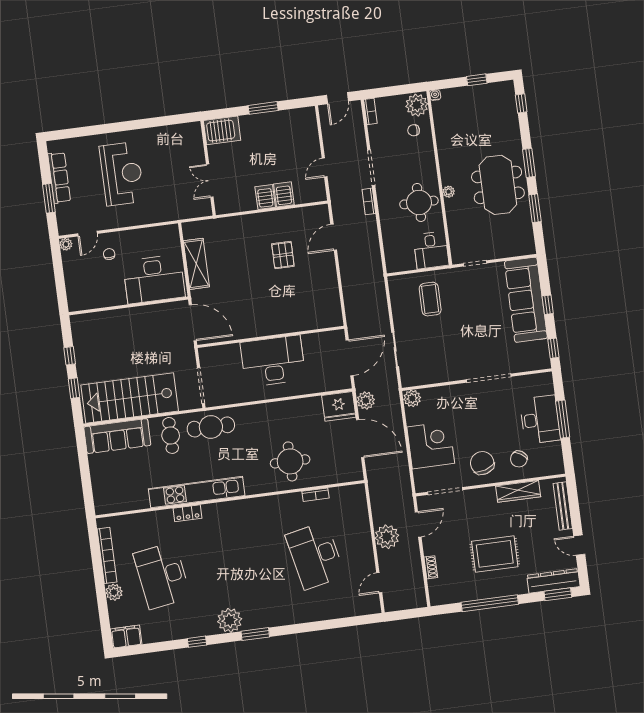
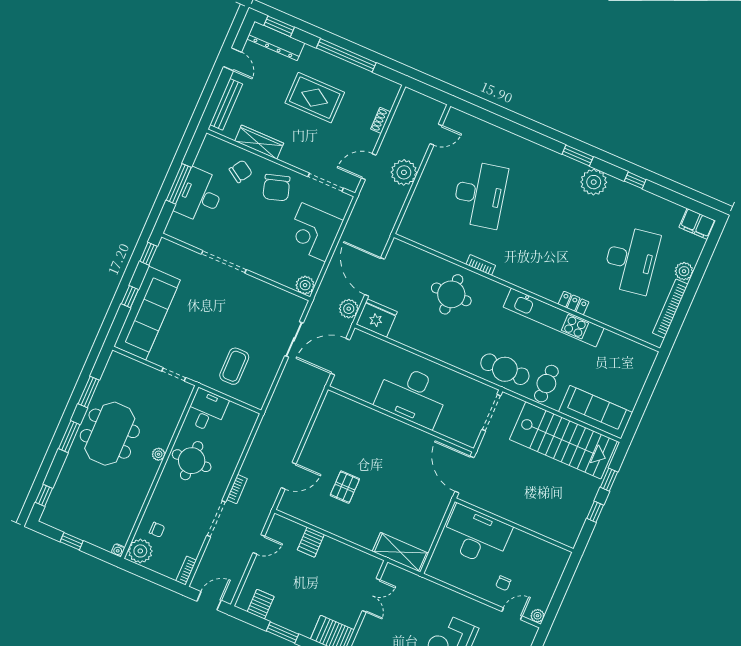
server rack: (265, 197) -> (261, 604), moved, turned 180
shelving: (196, 264) -> (400, 552), moved, turned 90
bookcase: (315, 495) -> (481, 265), moved

